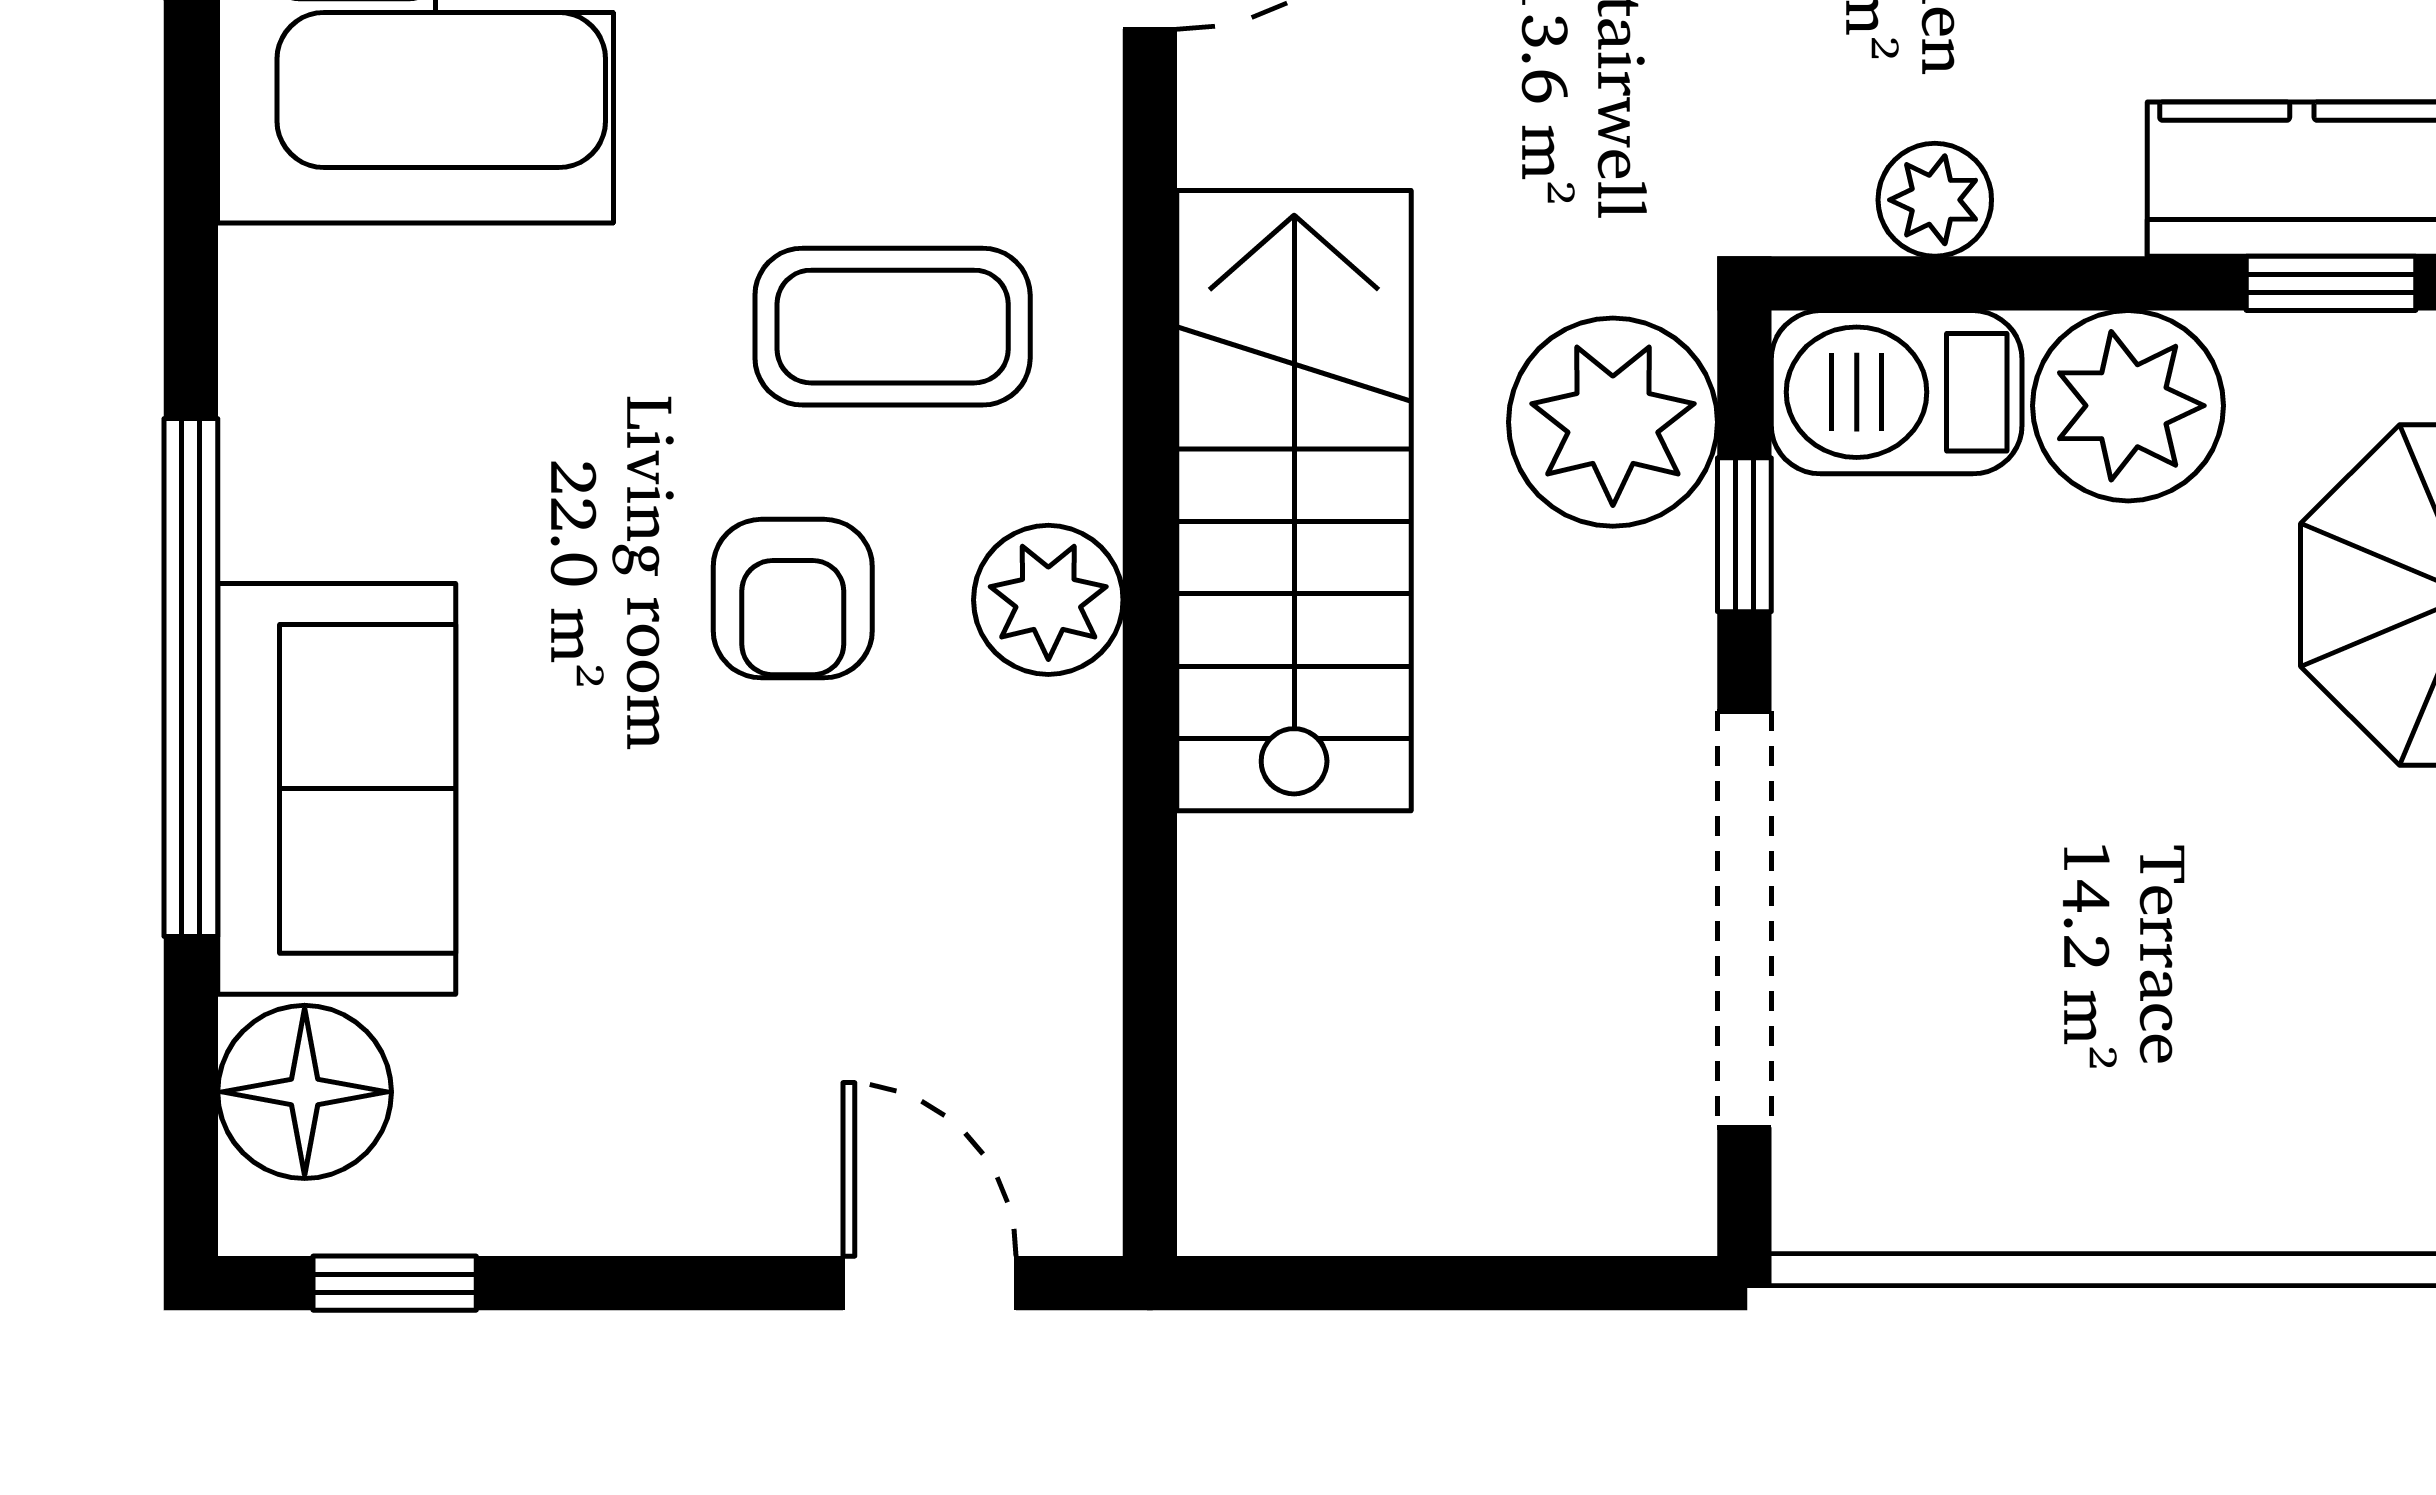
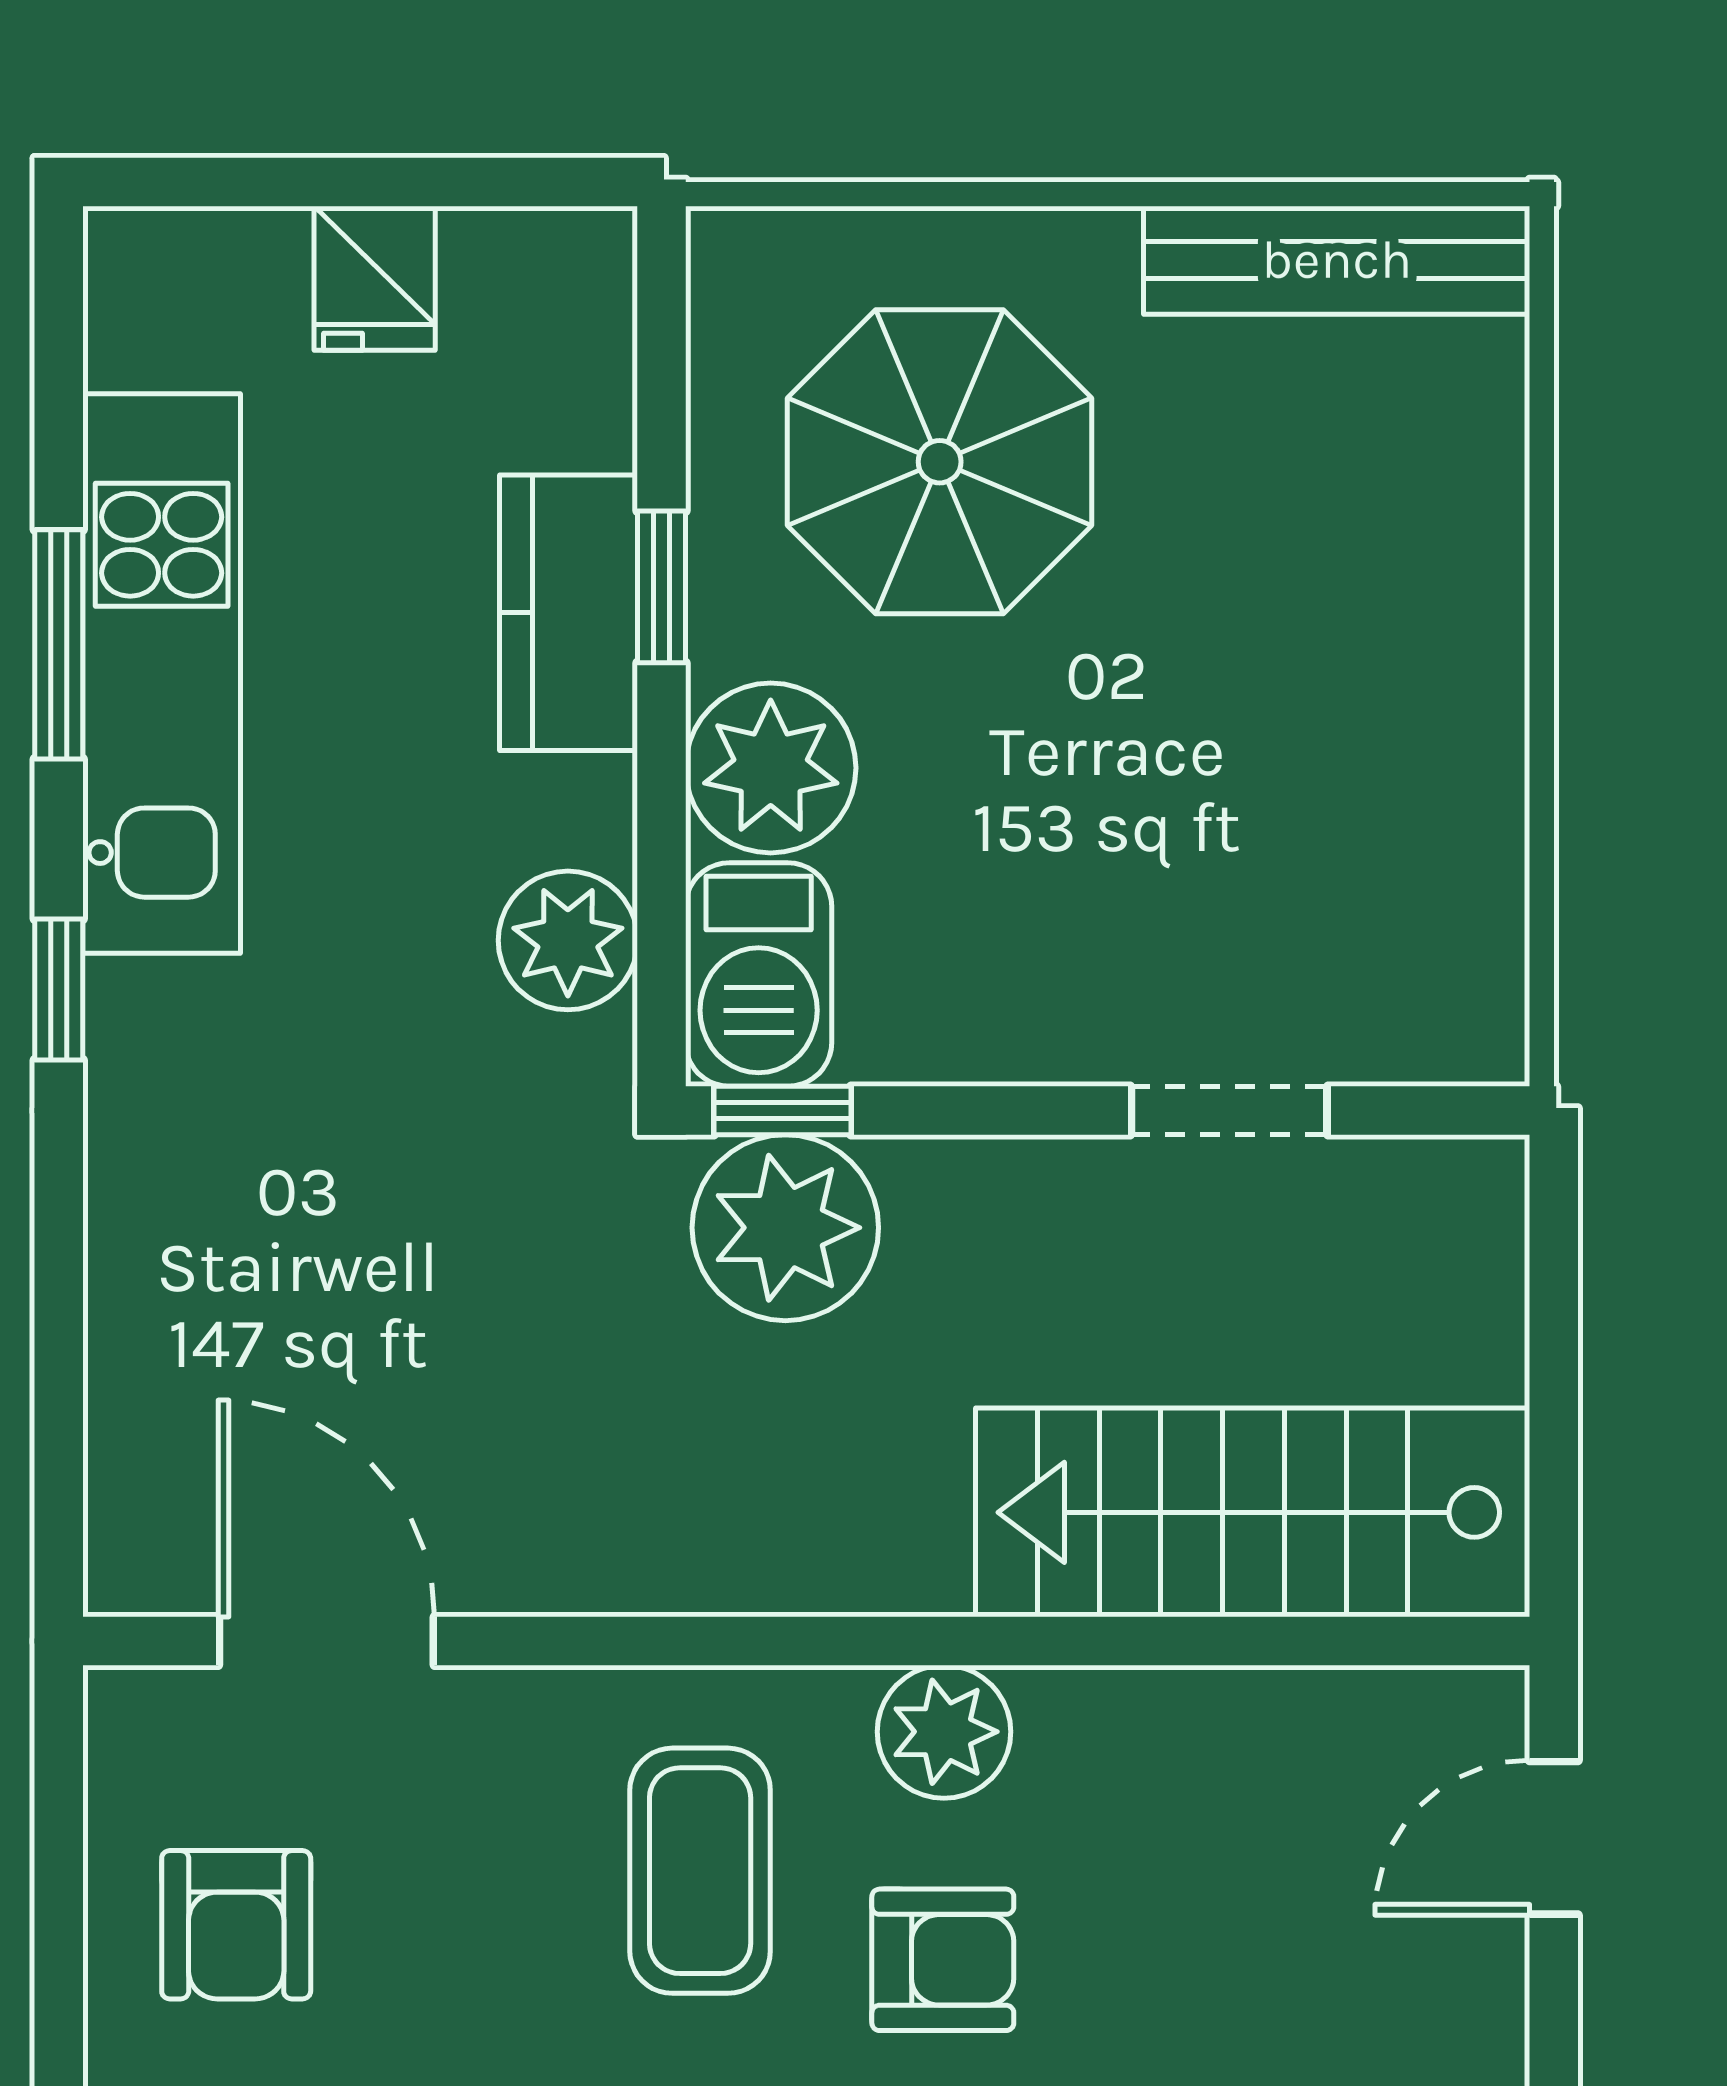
plant: (1935, 200) -> (568, 940), width x1.38, depth x1.38
stairs: (1294, 501) -> (1253, 1512), moved
window: (1744, 535) -> (782, 1110), moved
doorway: (1744, 919) -> (1229, 1110), width x0.53

